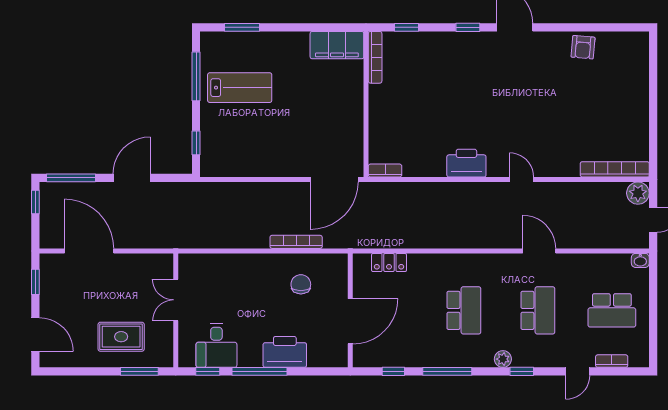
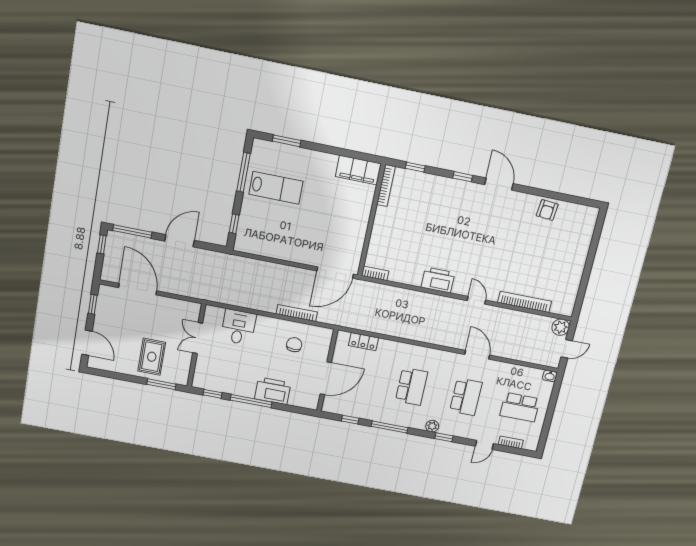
bookcase: (615, 169) -> (525, 302), moved
rug: (121, 337) -> (152, 357), turned 90
desk: (216, 346) -> (238, 327), moved, turned 180

